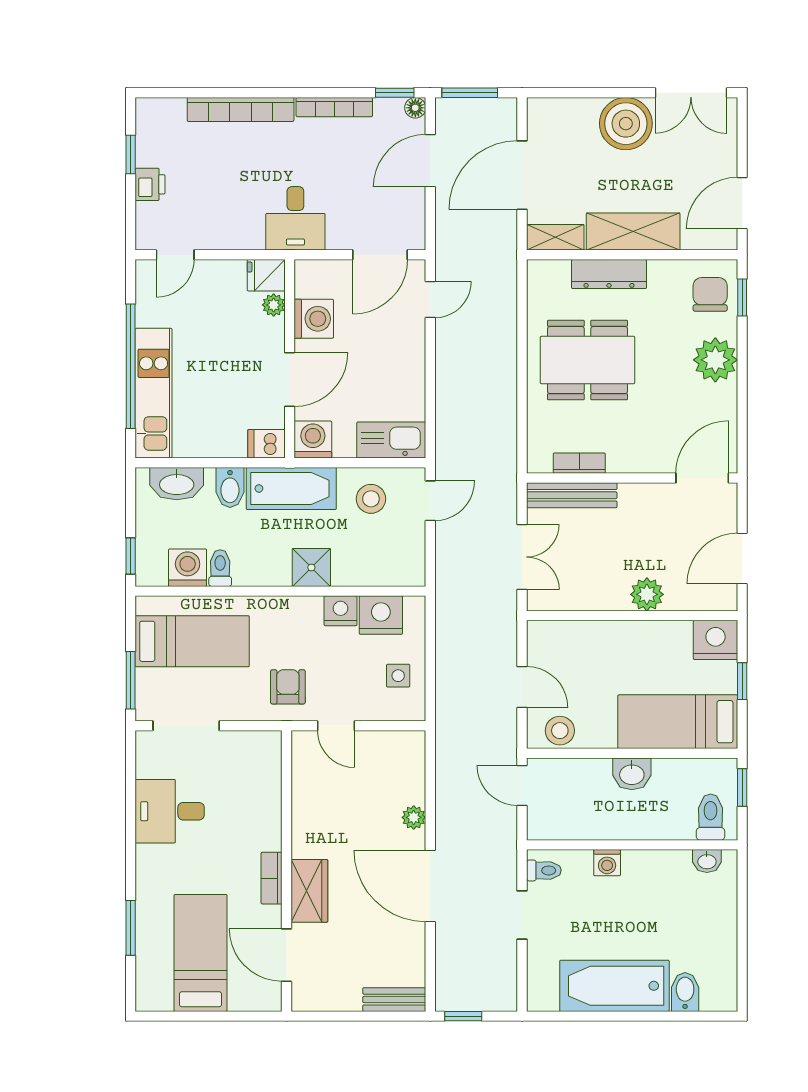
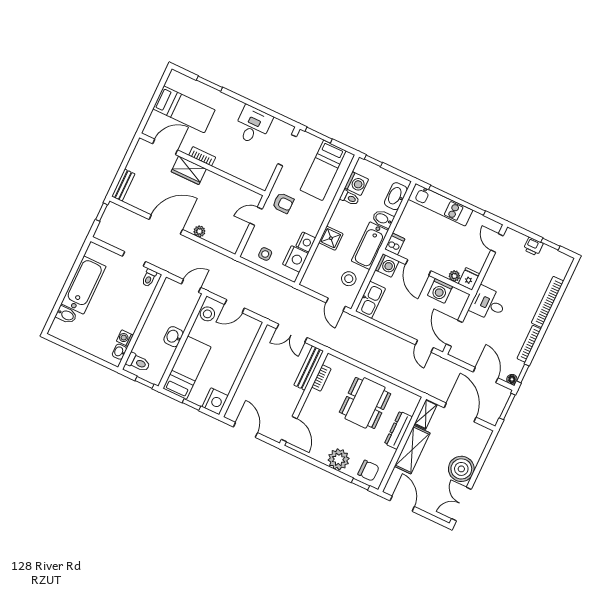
plant: (647, 594) -> (249, 381), removed
washing machine: (607, 863) -> (125, 338), moved

